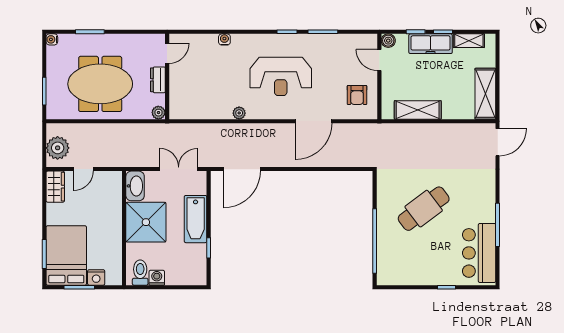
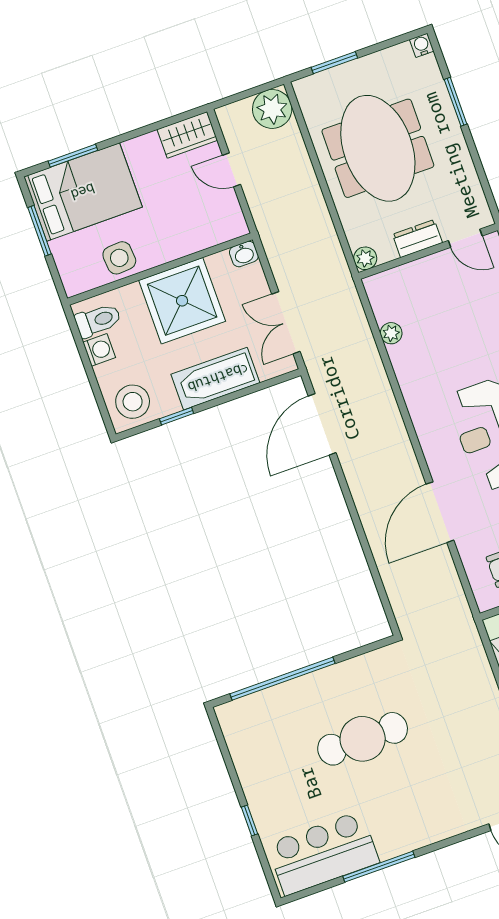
plant: (239, 113) -> (391, 333), moved
door: (314, 121) -> (440, 512), hinge flipped
plant: (58, 148) -> (272, 109), moved
double door: (179, 169) -> (286, 323), swing flipped
door: (242, 169) -> (322, 424), hinge flipped
washbasin: (135, 186) -> (244, 254), width x0.52, depth x0.69
cafe table: (424, 209) -> (363, 739), turned -53
side table: (110, 248) -> (119, 258), added
stool: (192, 269) -> (133, 402), added
nightstand: (96, 277) -> (65, 252), removed

